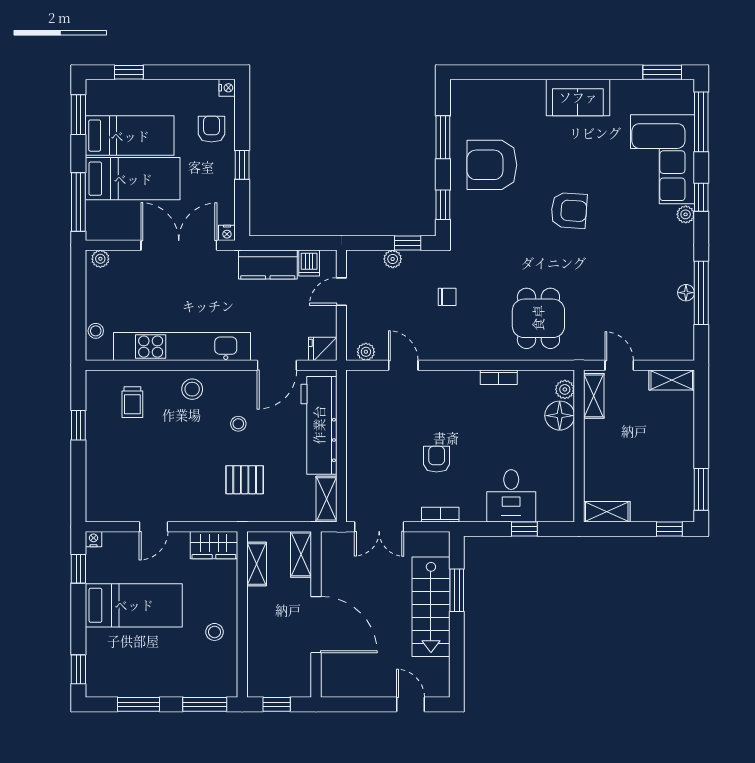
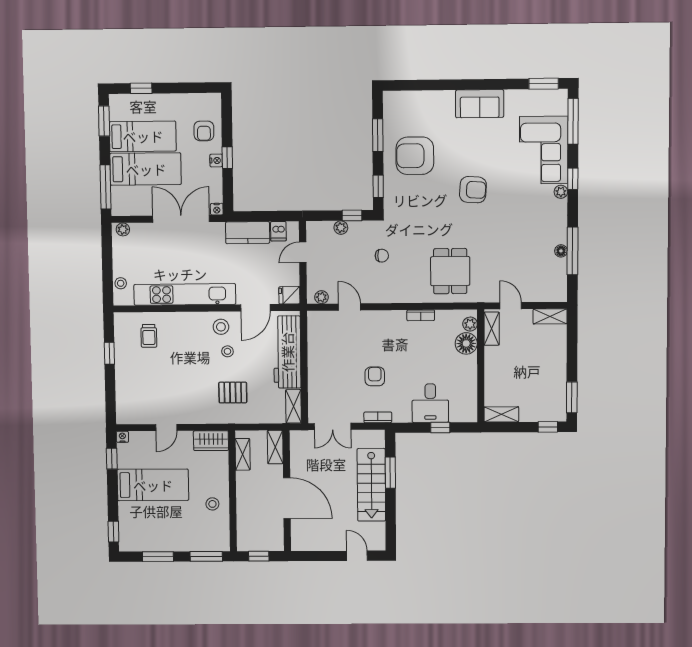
nightstand: (227, 88) -> (216, 160), moved
armchair: (212, 129) -> (204, 131), turned 180
stool: (192, 389) -> (221, 327), moved

